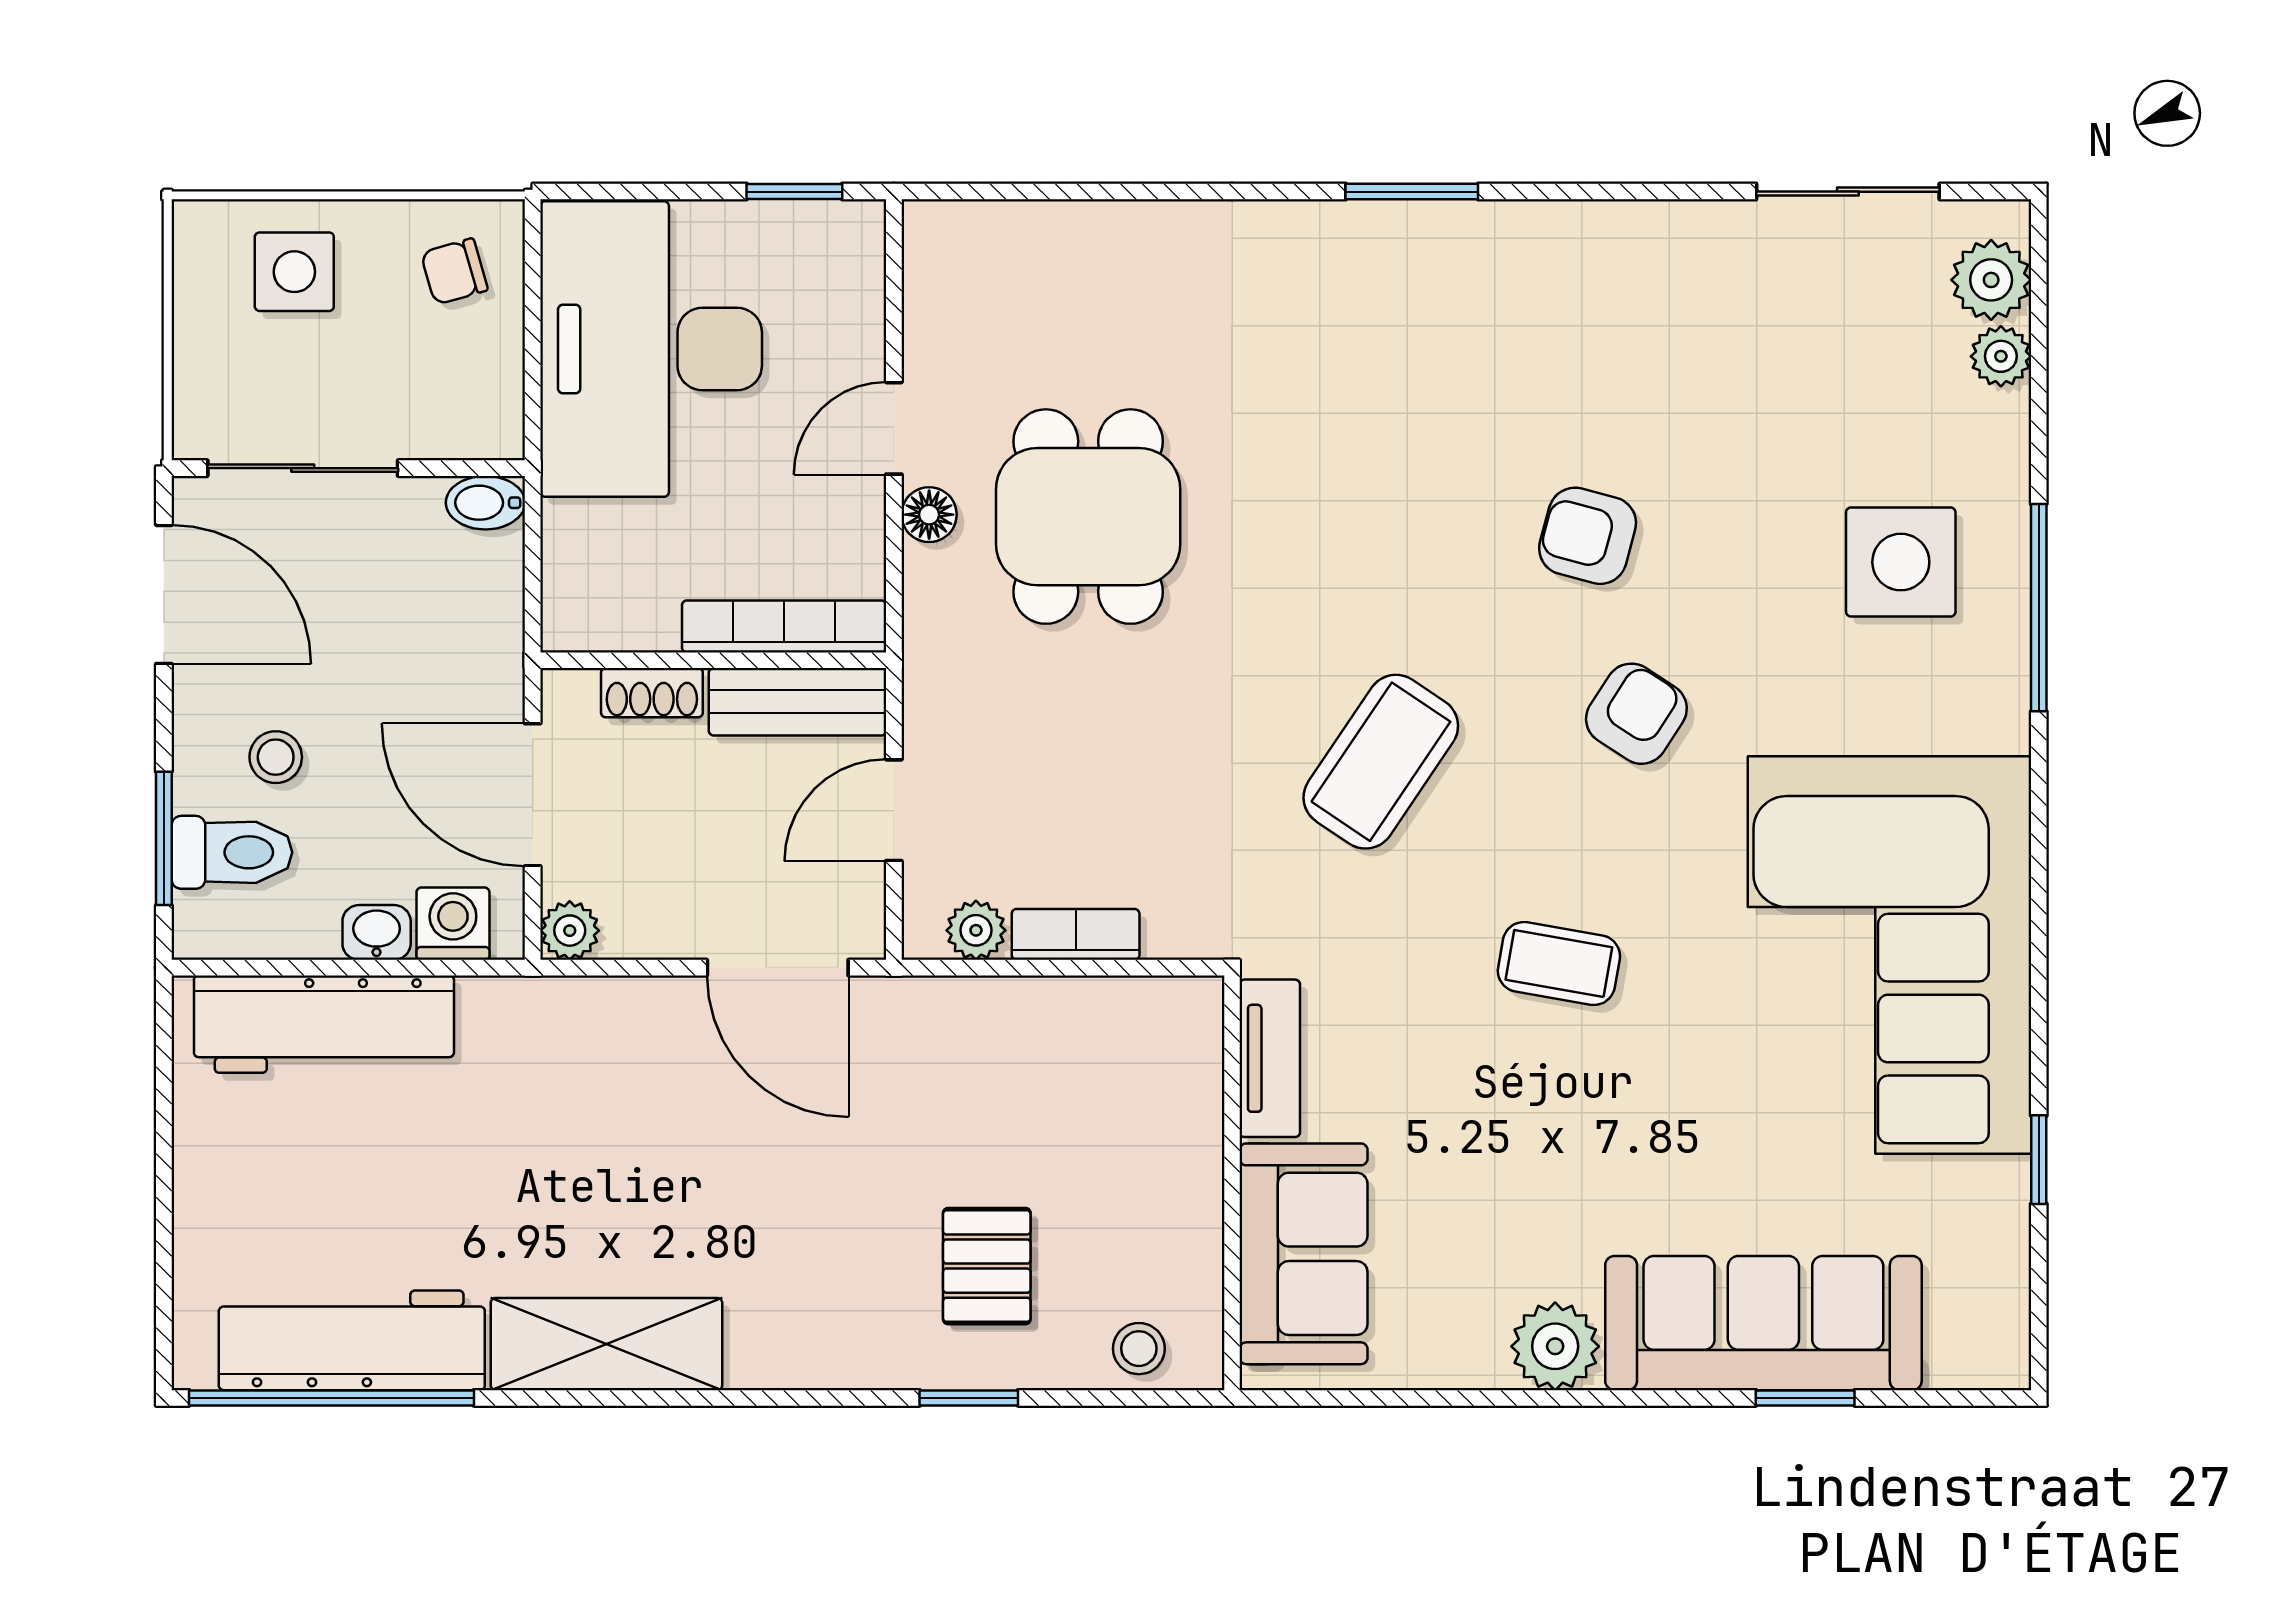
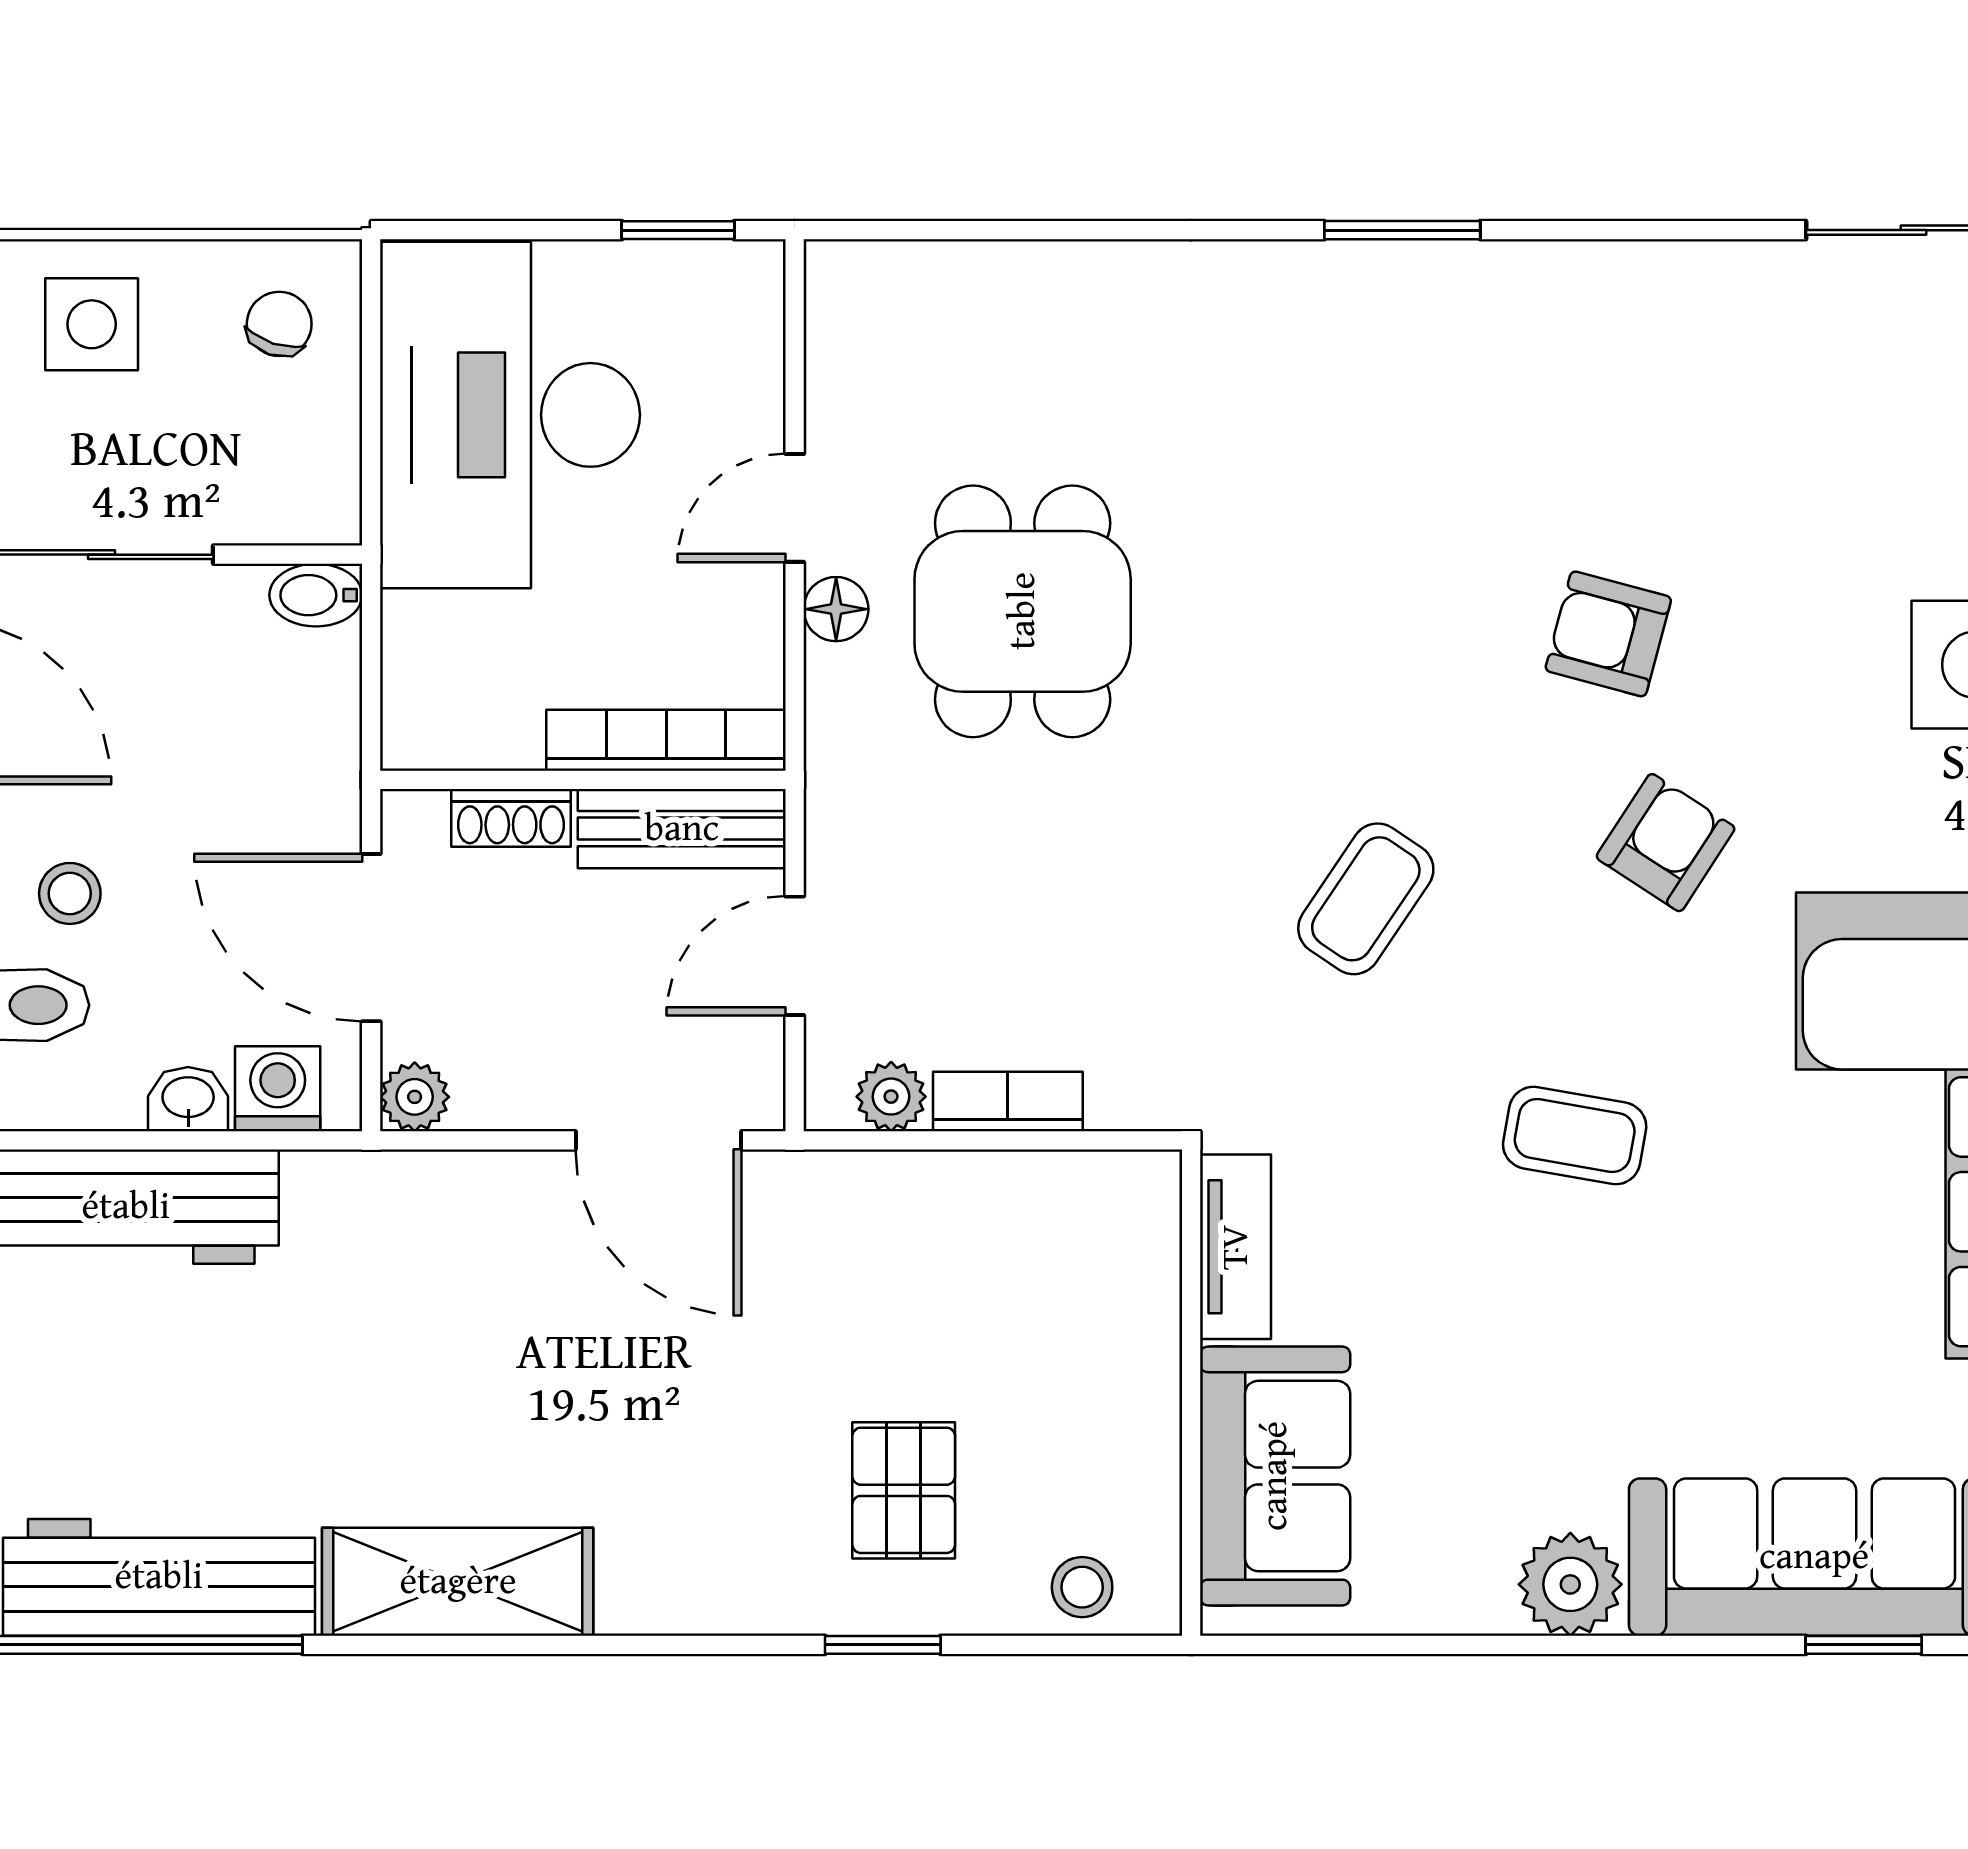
chair: (454, 271) -> (279, 324), turned 124
coffee table: (1381, 762) -> (1366, 899), width x0.73, depth x0.77

